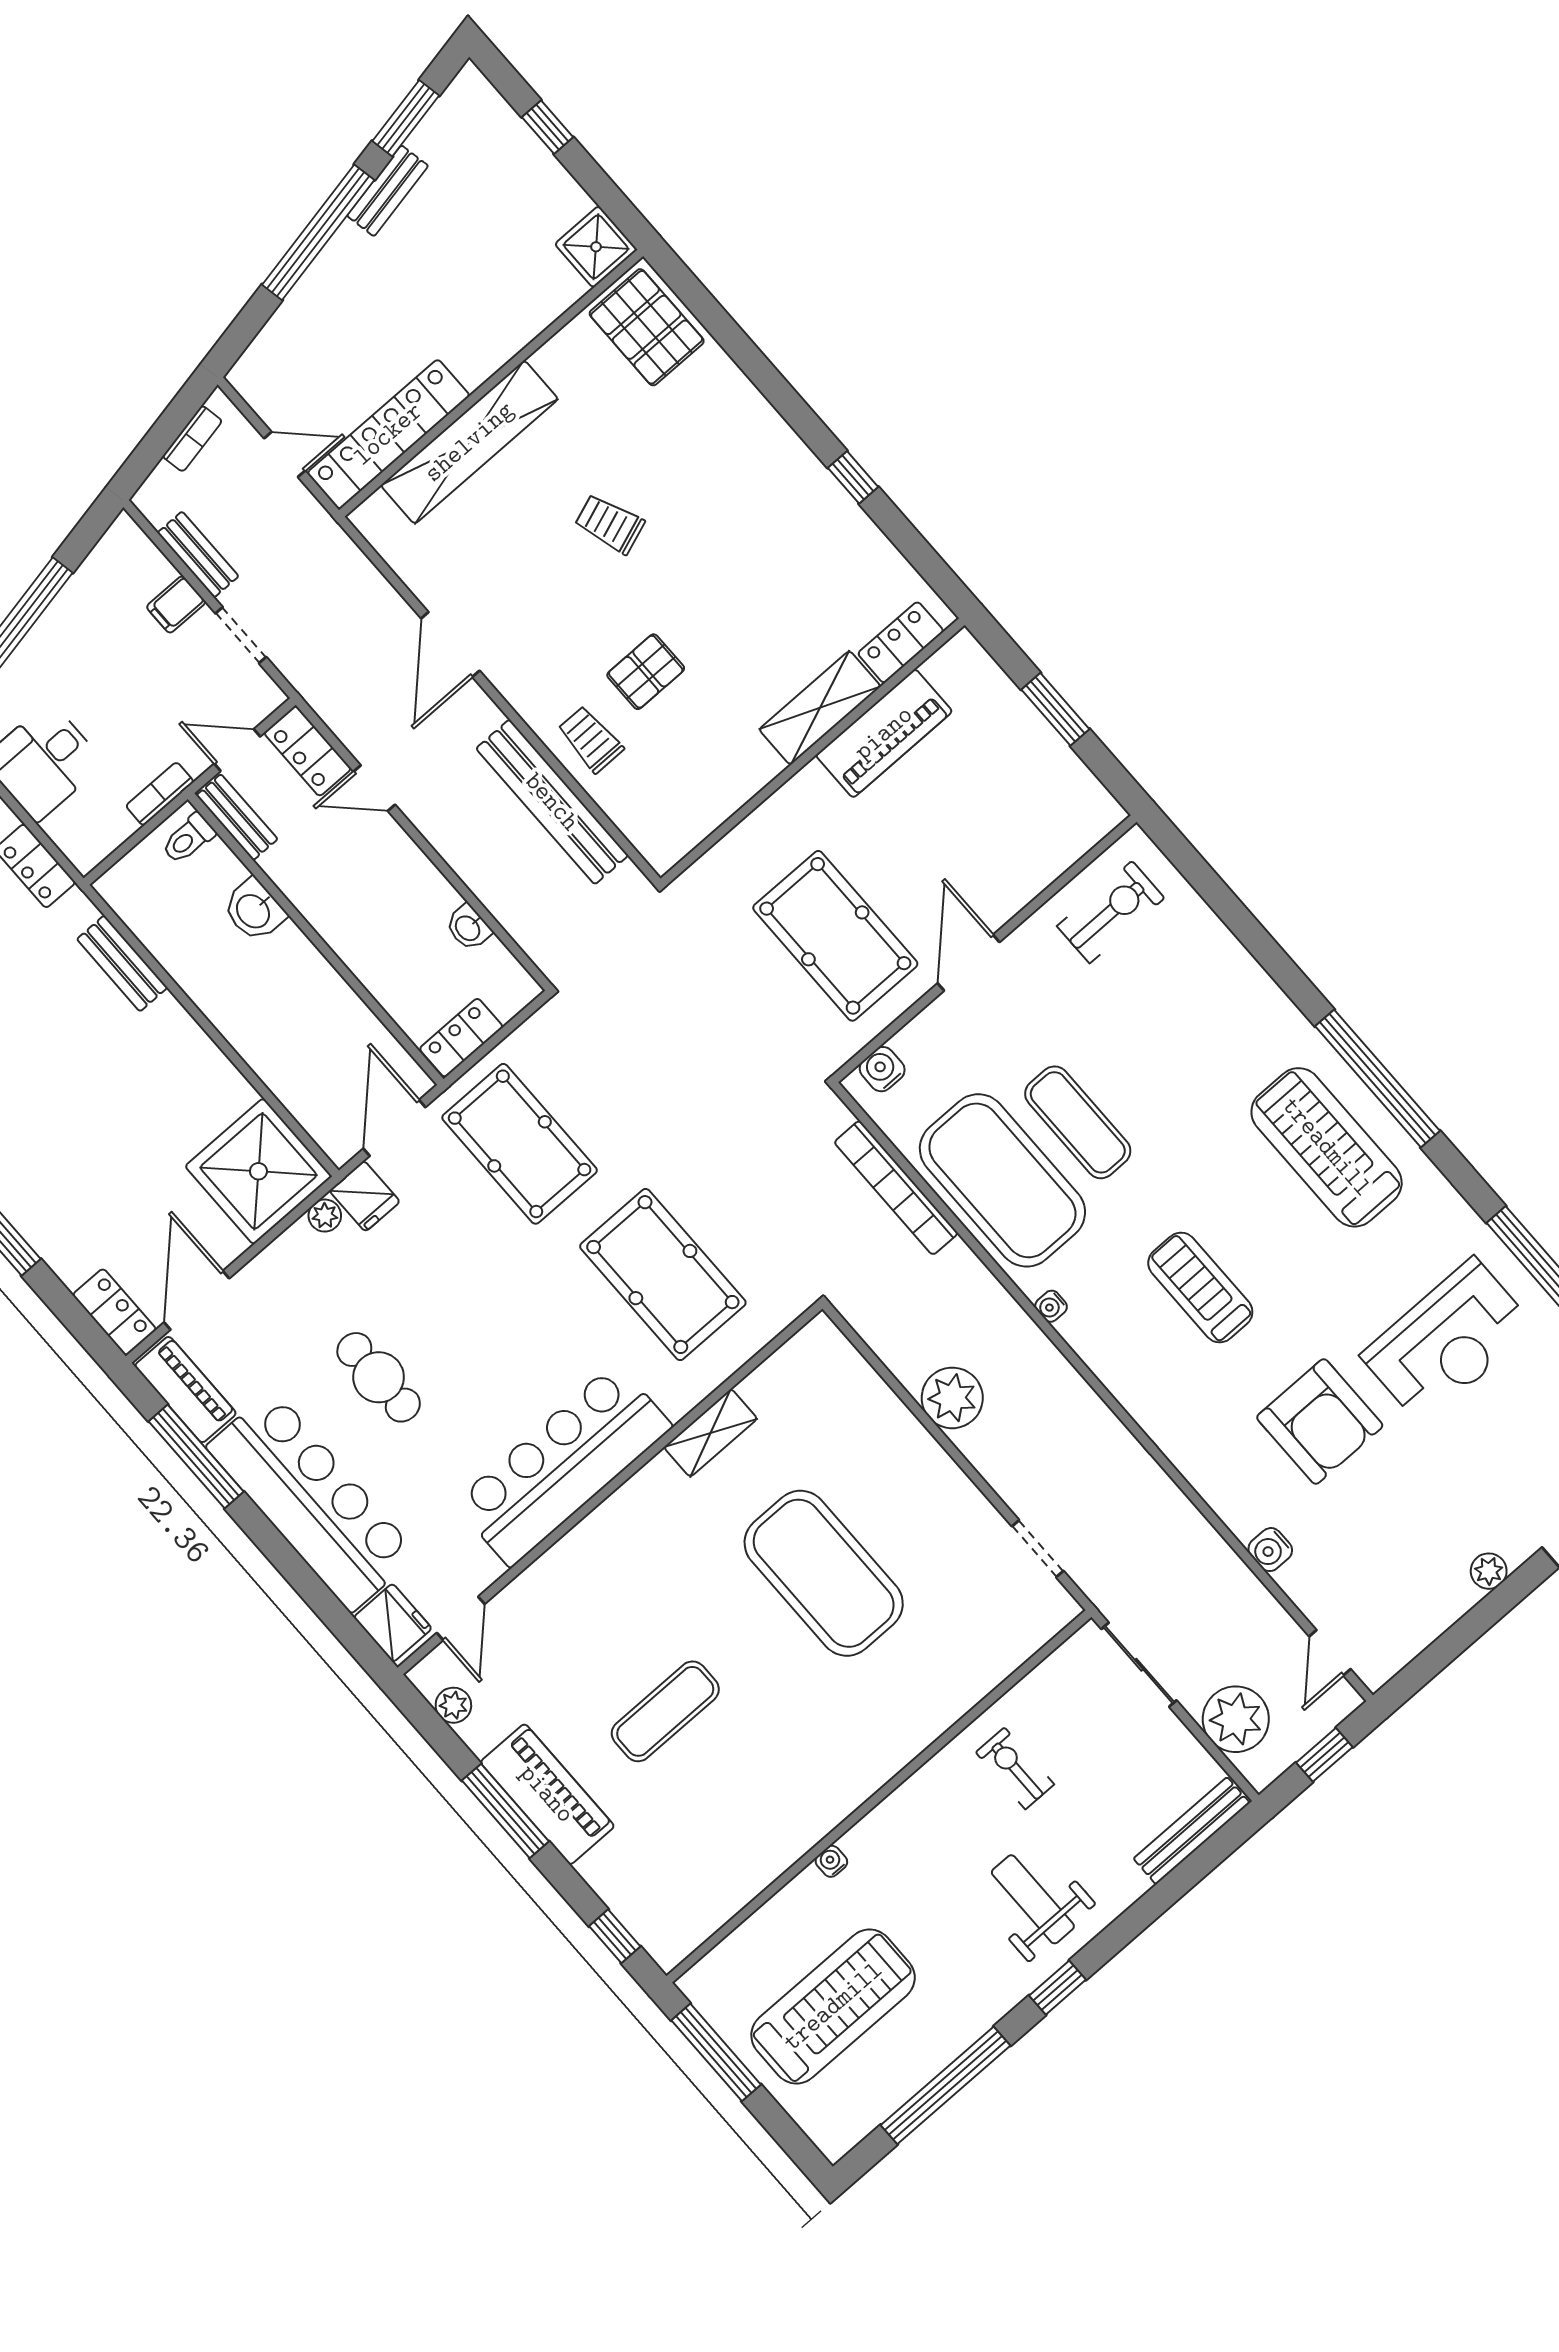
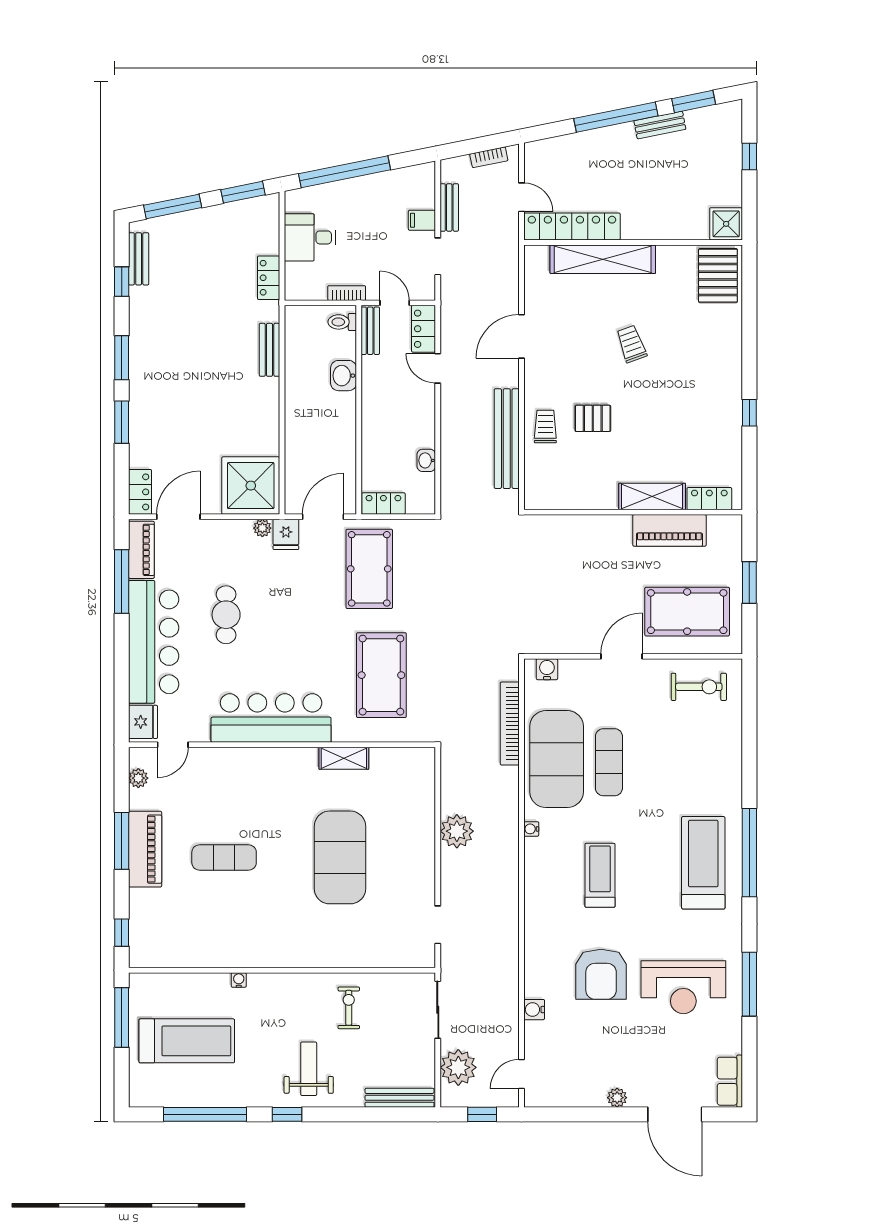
pool table: (835, 936) -> (687, 612), moved, turned 90

